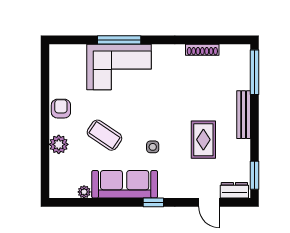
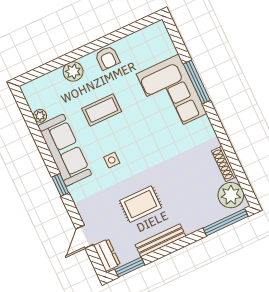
plant: (233, 56) -> (231, 195), added
armchair: (61, 109) -> (107, 58), turned 90
bench: (244, 115) -> (160, 240), moved
coffee table: (104, 135) -> (102, 110), turned 56

